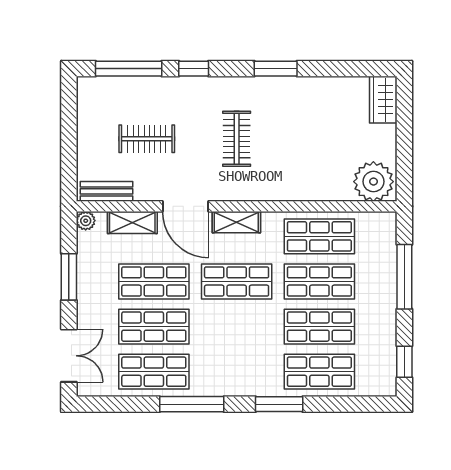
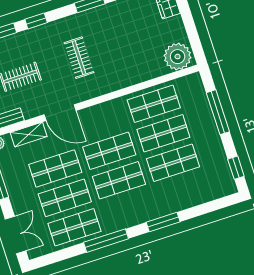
shelving: (236, 222) -> (97, 112), removed
shop shelf: (319, 372) -> (119, 180), moved

